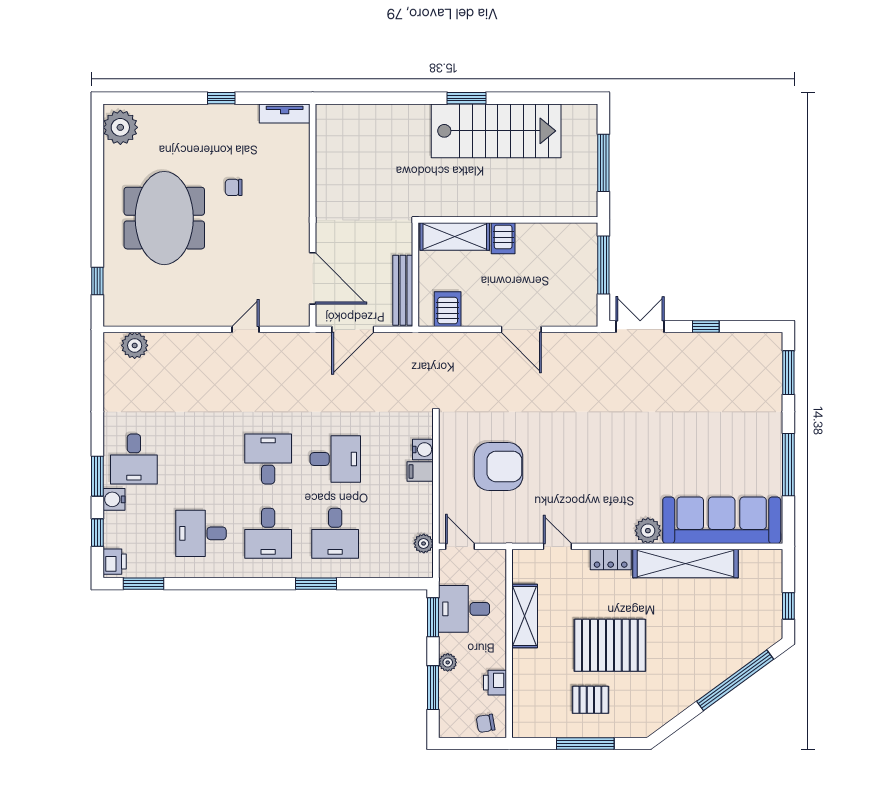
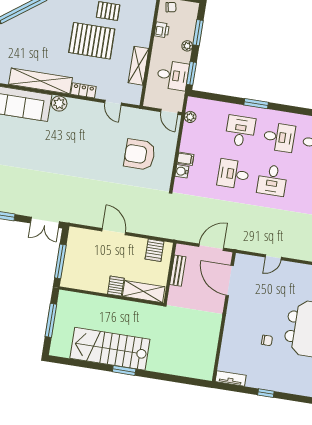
bench: (403, 290) -> (178, 271), width x0.73
desk: (268, 533) -> (279, 137), turned 90

